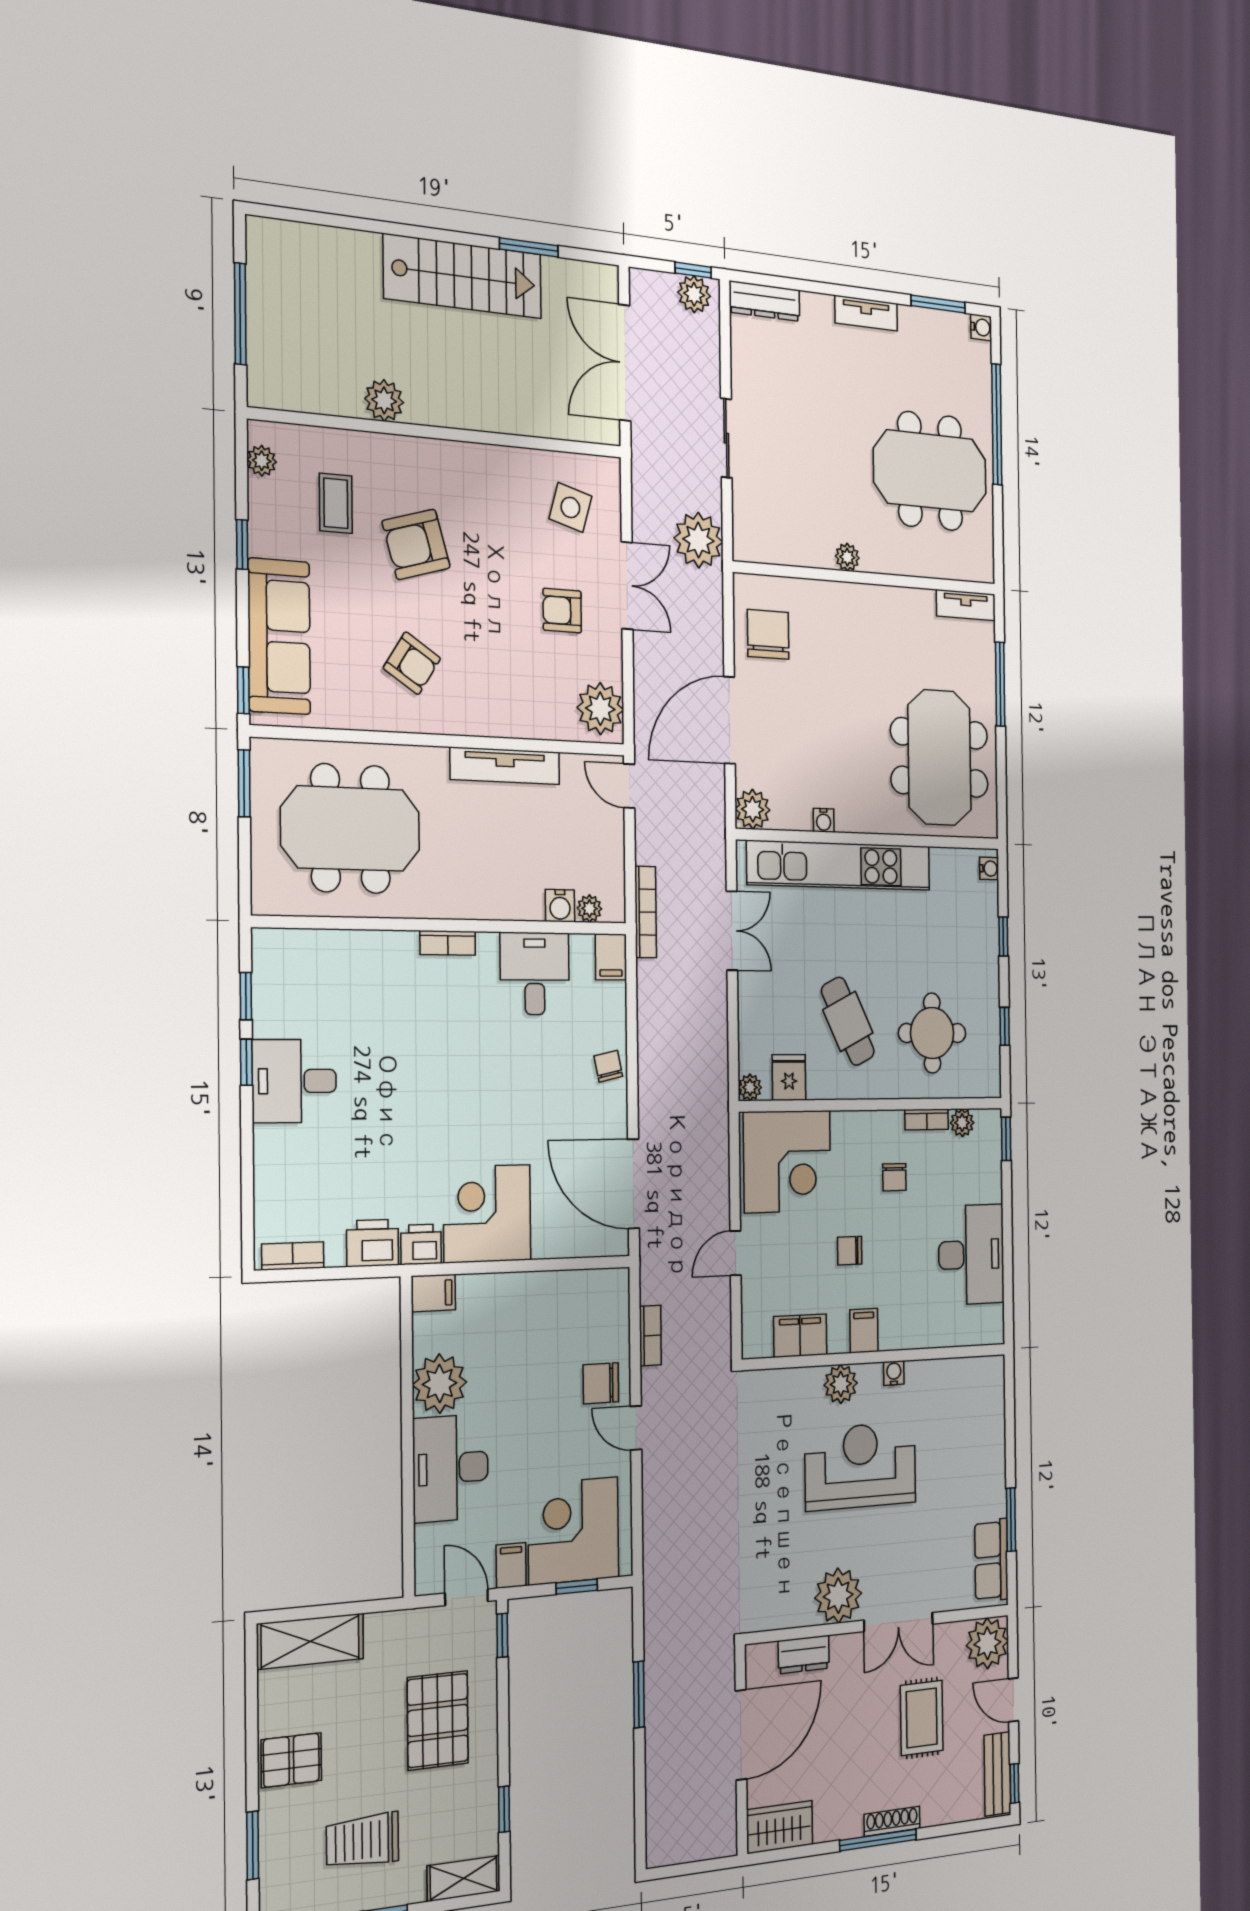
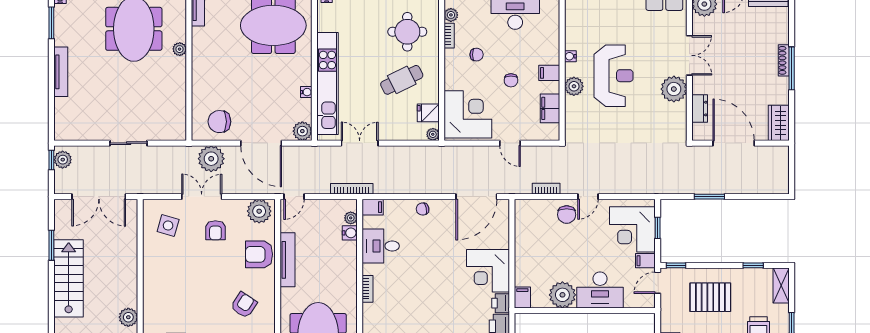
dresser: (765, 301) -> (62, 121), removed
tv unit: (866, 313) -> (61, 72), width x1.41
plant: (698, 540) -> (211, 159), moved
armchair: (416, 544) -> (259, 254), moved, turned 106
plant: (847, 557) -> (180, 49), moved
reception desk: (861, 1466) -> (614, 76), turned 180
rug: (922, 1718) -> (736, 43), removed

